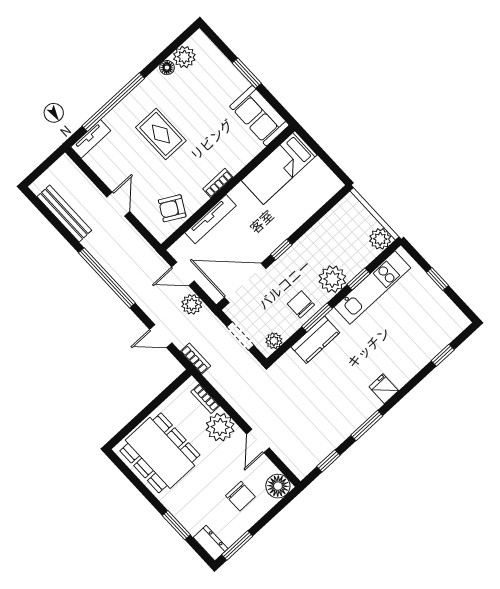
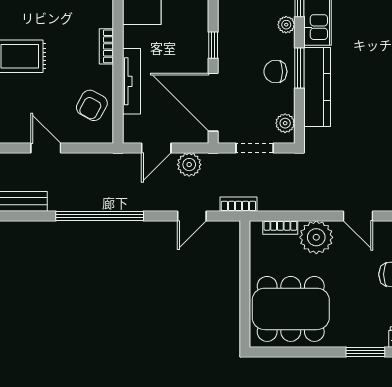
plant: (332, 279) -> (286, 25), width x0.53, depth x0.53
door: (245, 283) -> (213, 102), hinge flipped
kitchen counter: (315, 340) -> (317, 87), width x1.50

